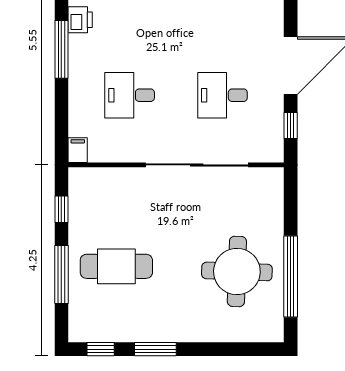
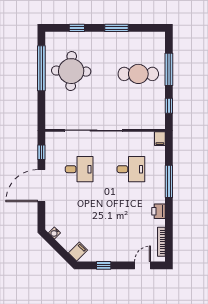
window: (61, 49) -> (169, 181), moved
window: (101, 349) -> (77, 28), moved

